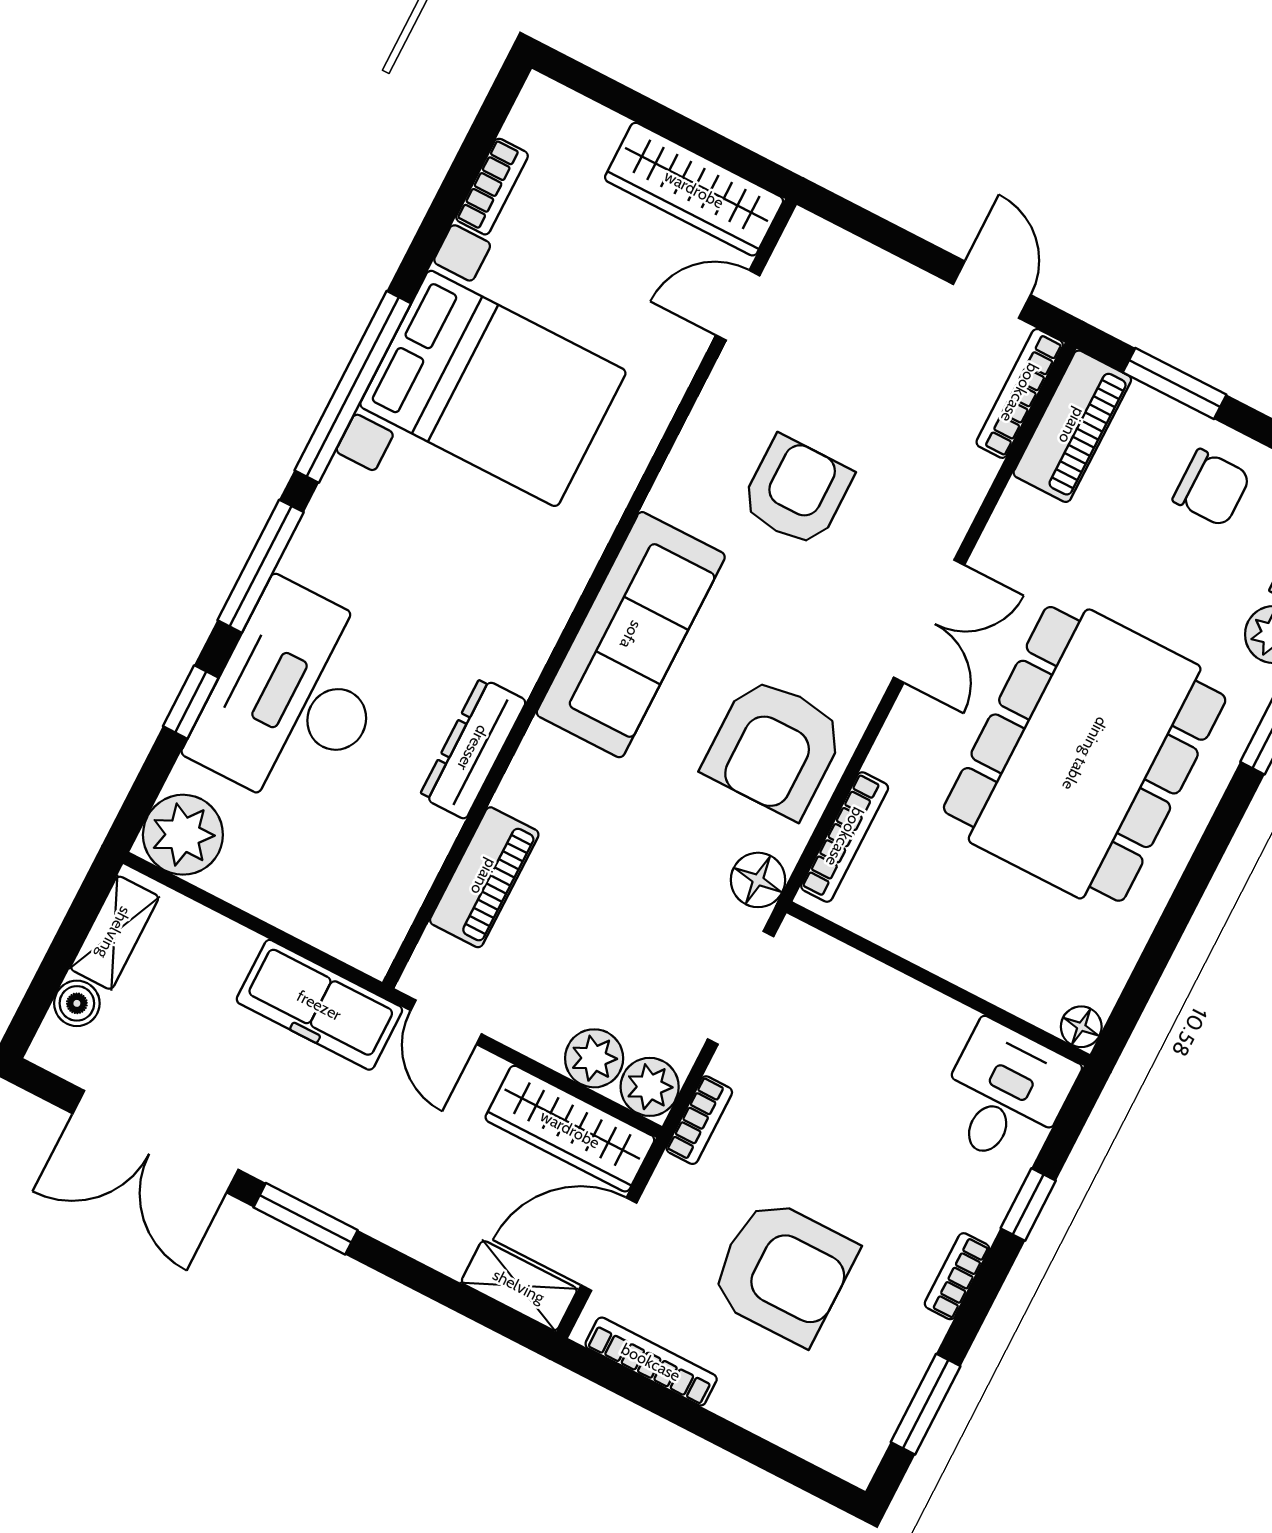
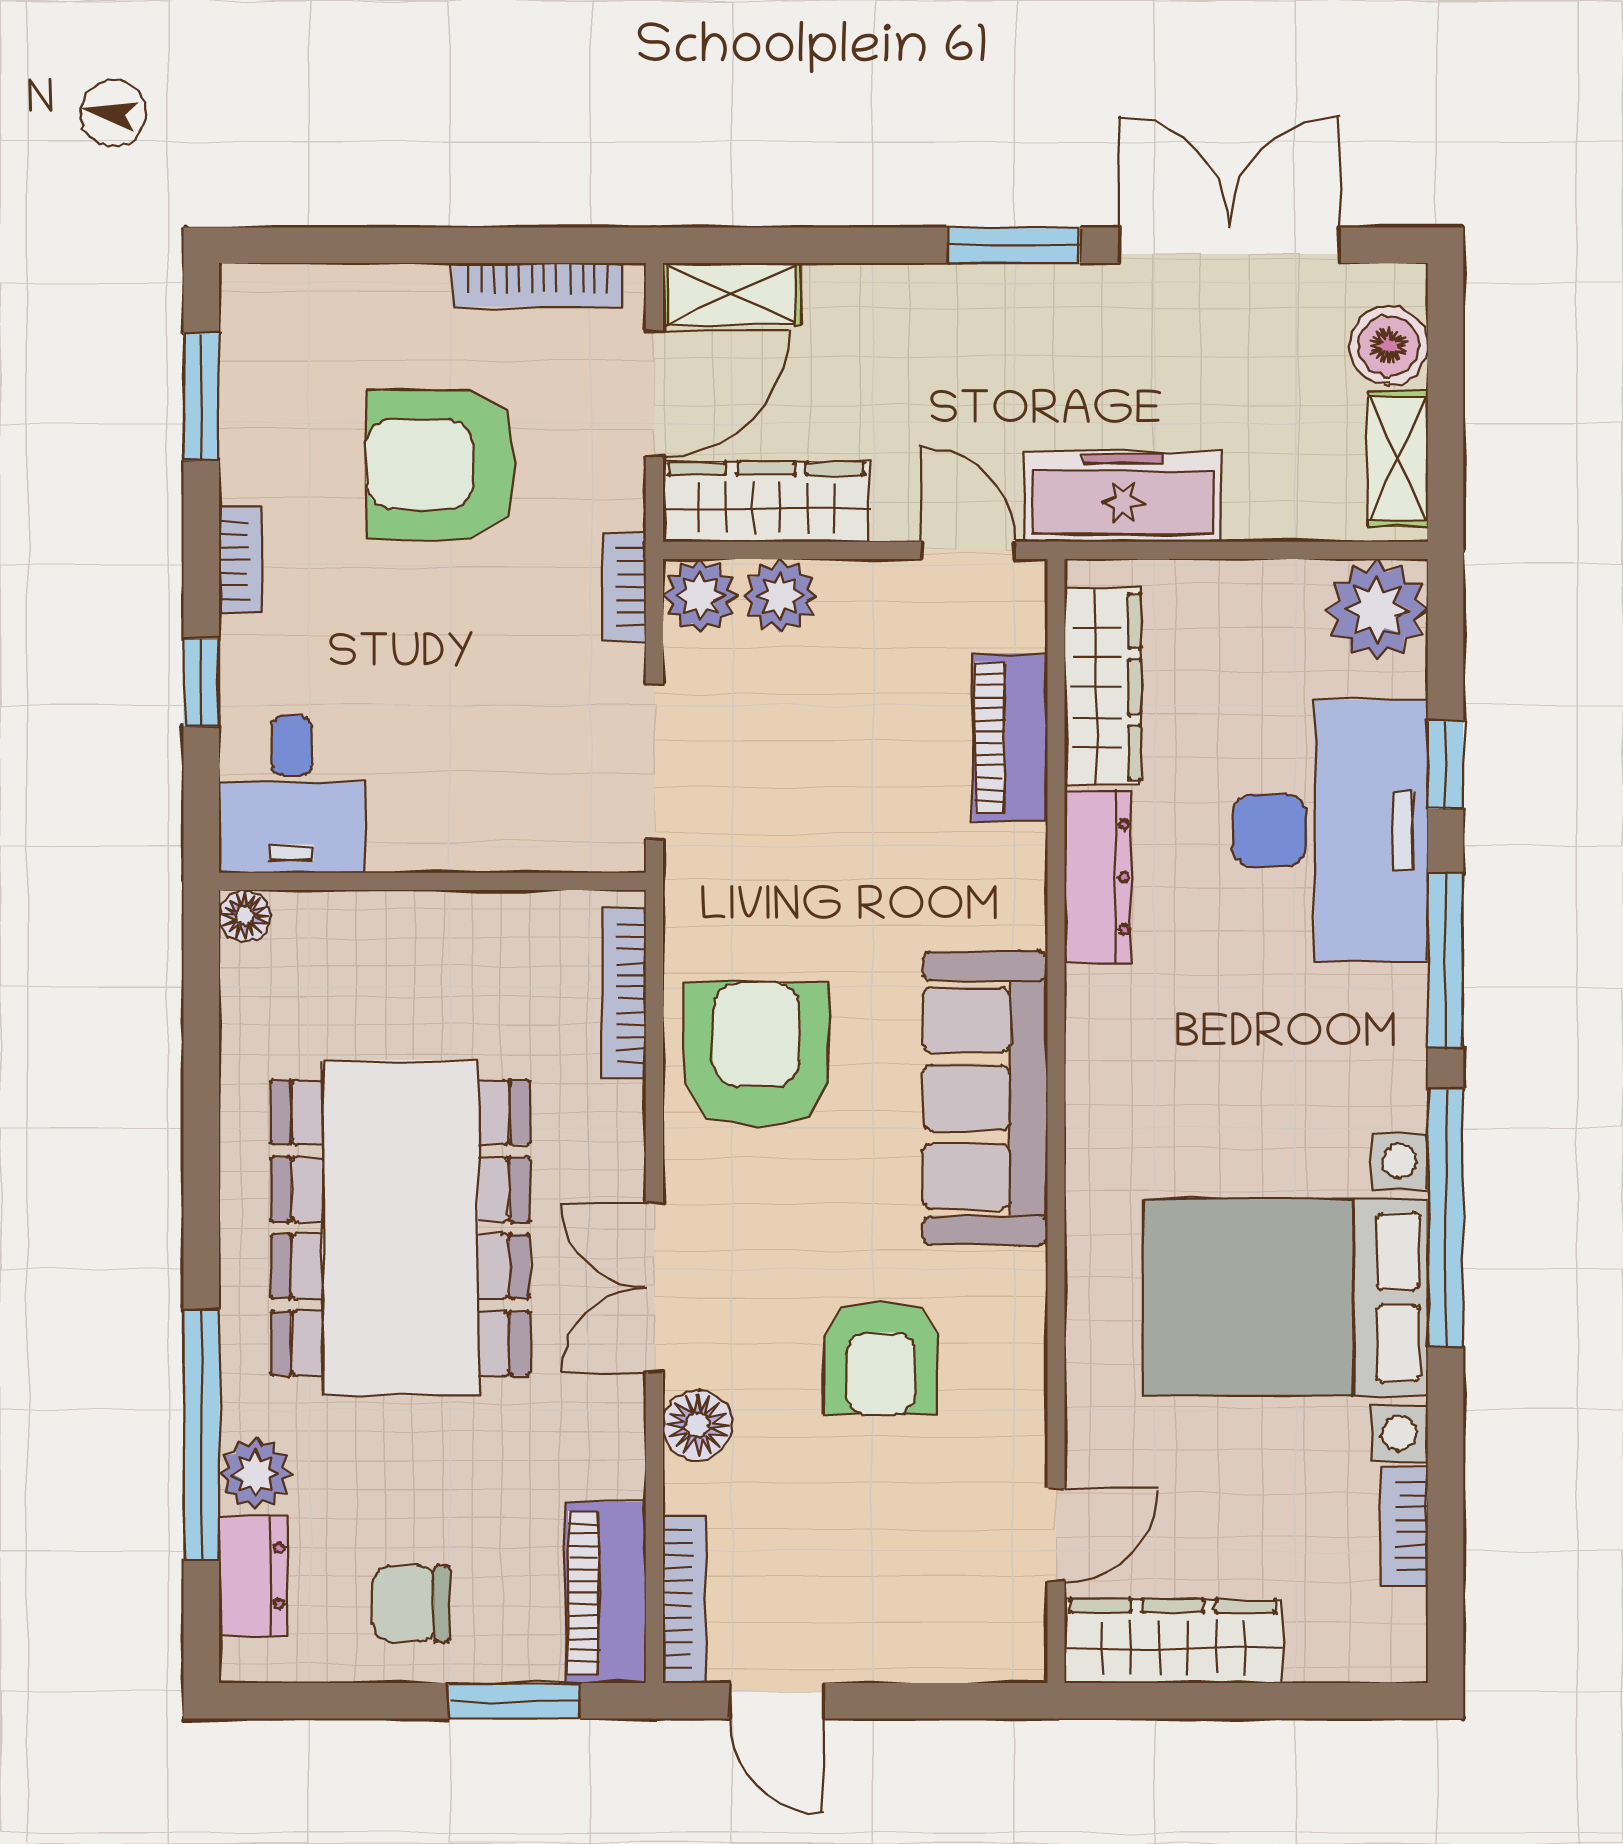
wardrobe: (402, 879) -> (1103, 687), added
floor lamp: (758, 880) -> (698, 1425), moved
boiler: (77, 1003) -> (1388, 346), width x1.36, depth x1.36

